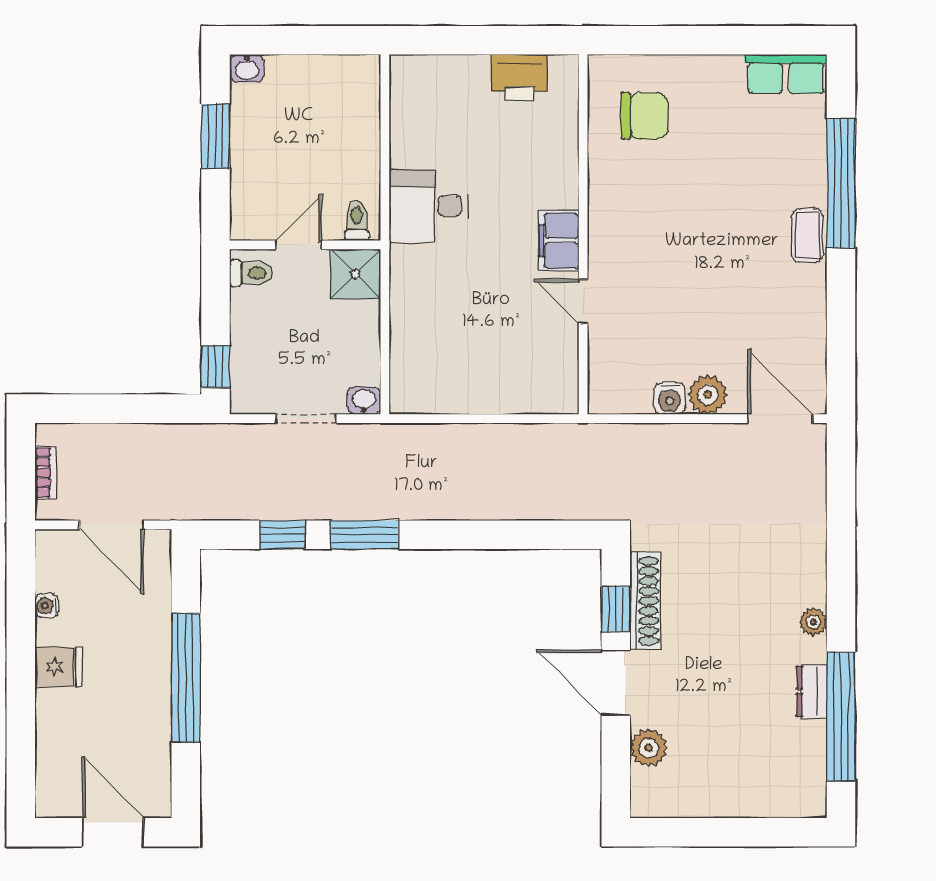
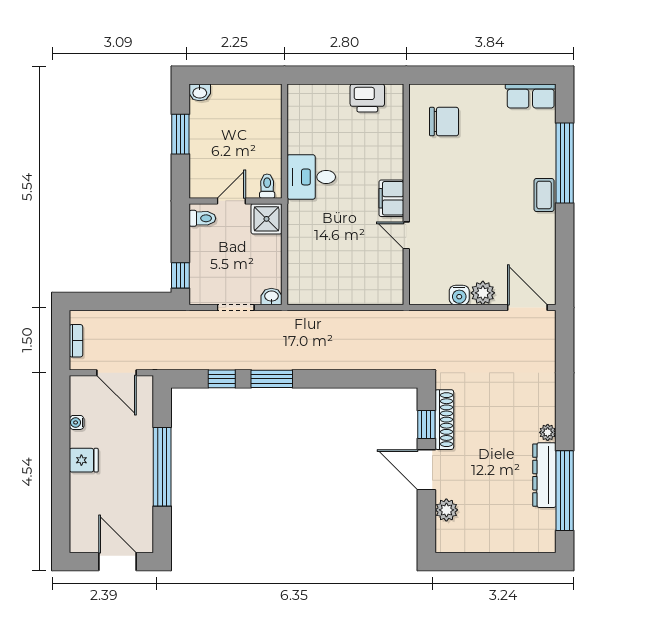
dresser: (812, 691) -> (544, 475), width x1.96, depth x1.24

